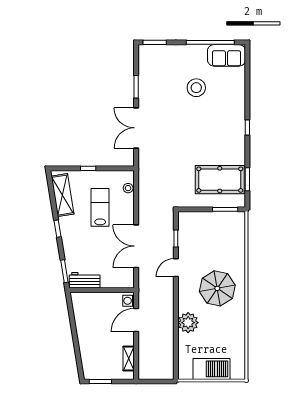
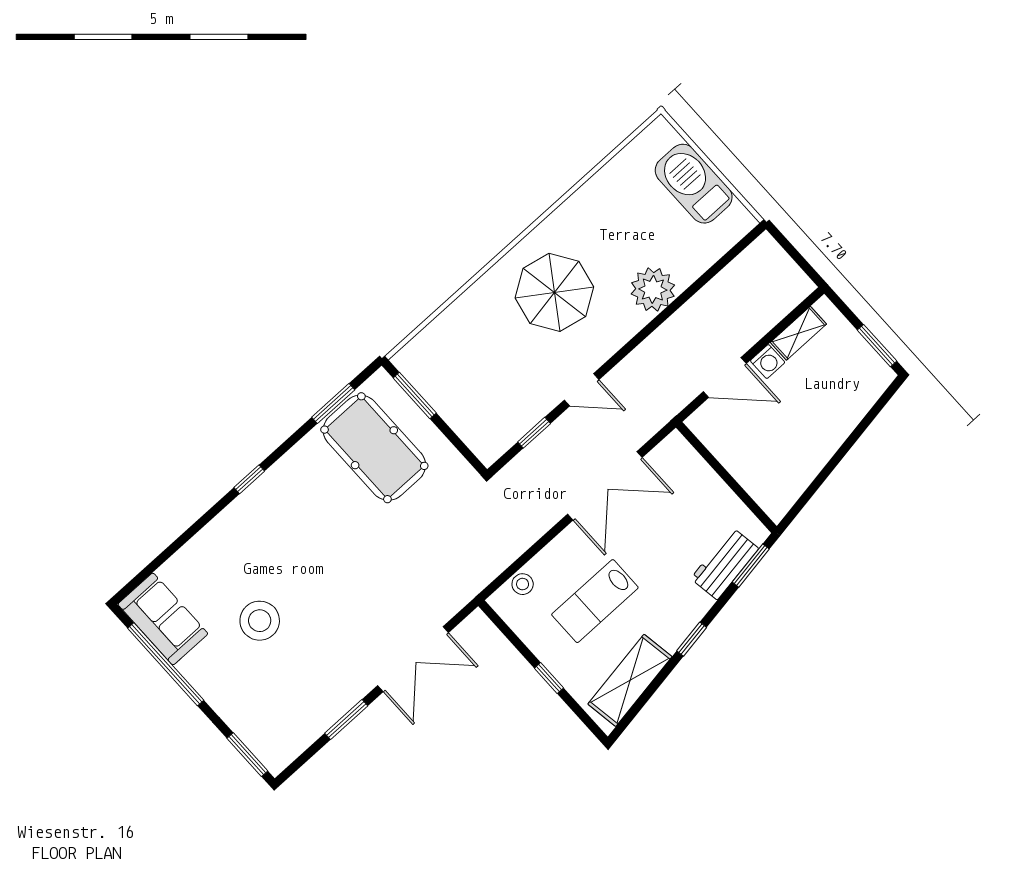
workbench: (85, 280) -> (725, 564), moved, turned 81
washing machine: (128, 301) -> (768, 361), moved

